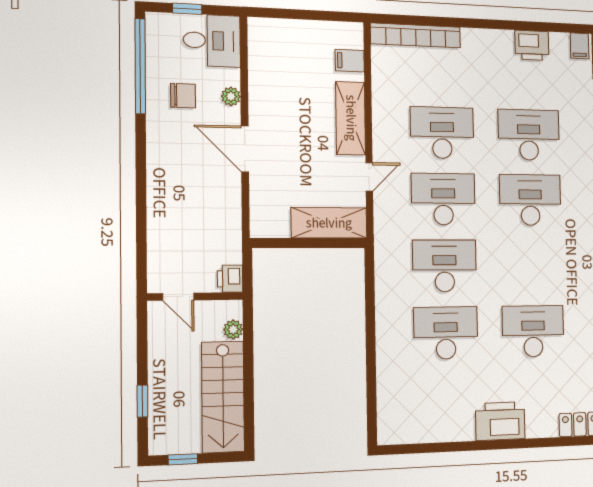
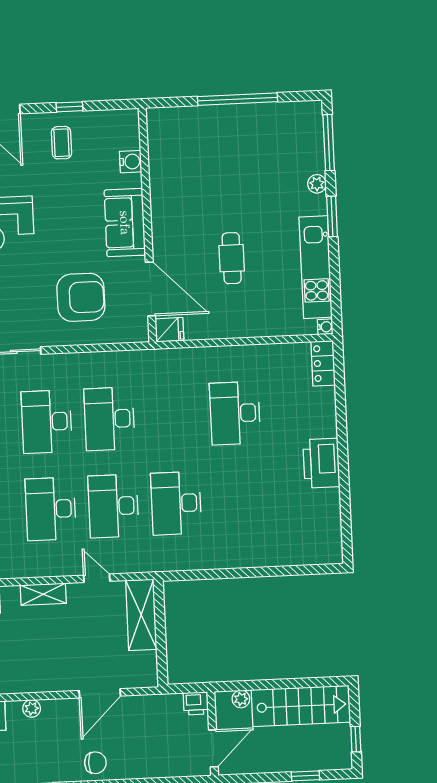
chair: (183, 96) -> (95, 763), moved, turned 90
shelving: (351, 118) -> (43, 594), width x0.67, depth x0.75
door: (245, 149) -> (100, 693), moved
door: (178, 297) -> (213, 748), width x1.38
desk: (446, 333) -> (239, 500), removed
printer: (500, 421) -> (321, 463), moved

